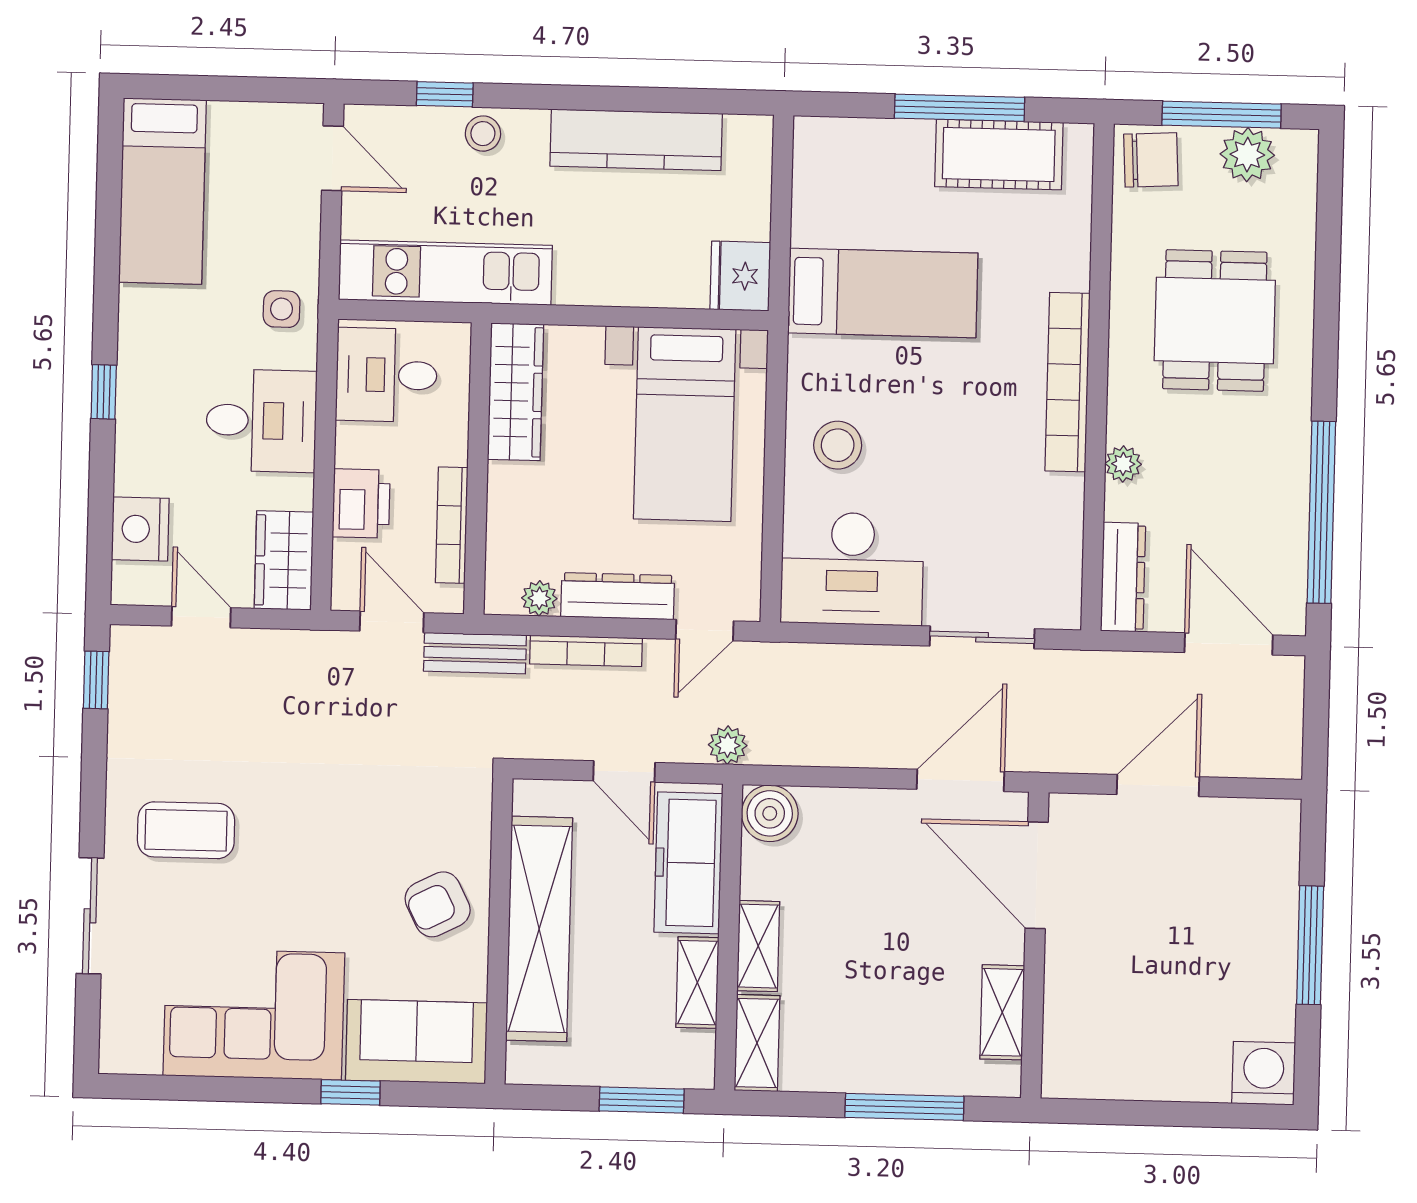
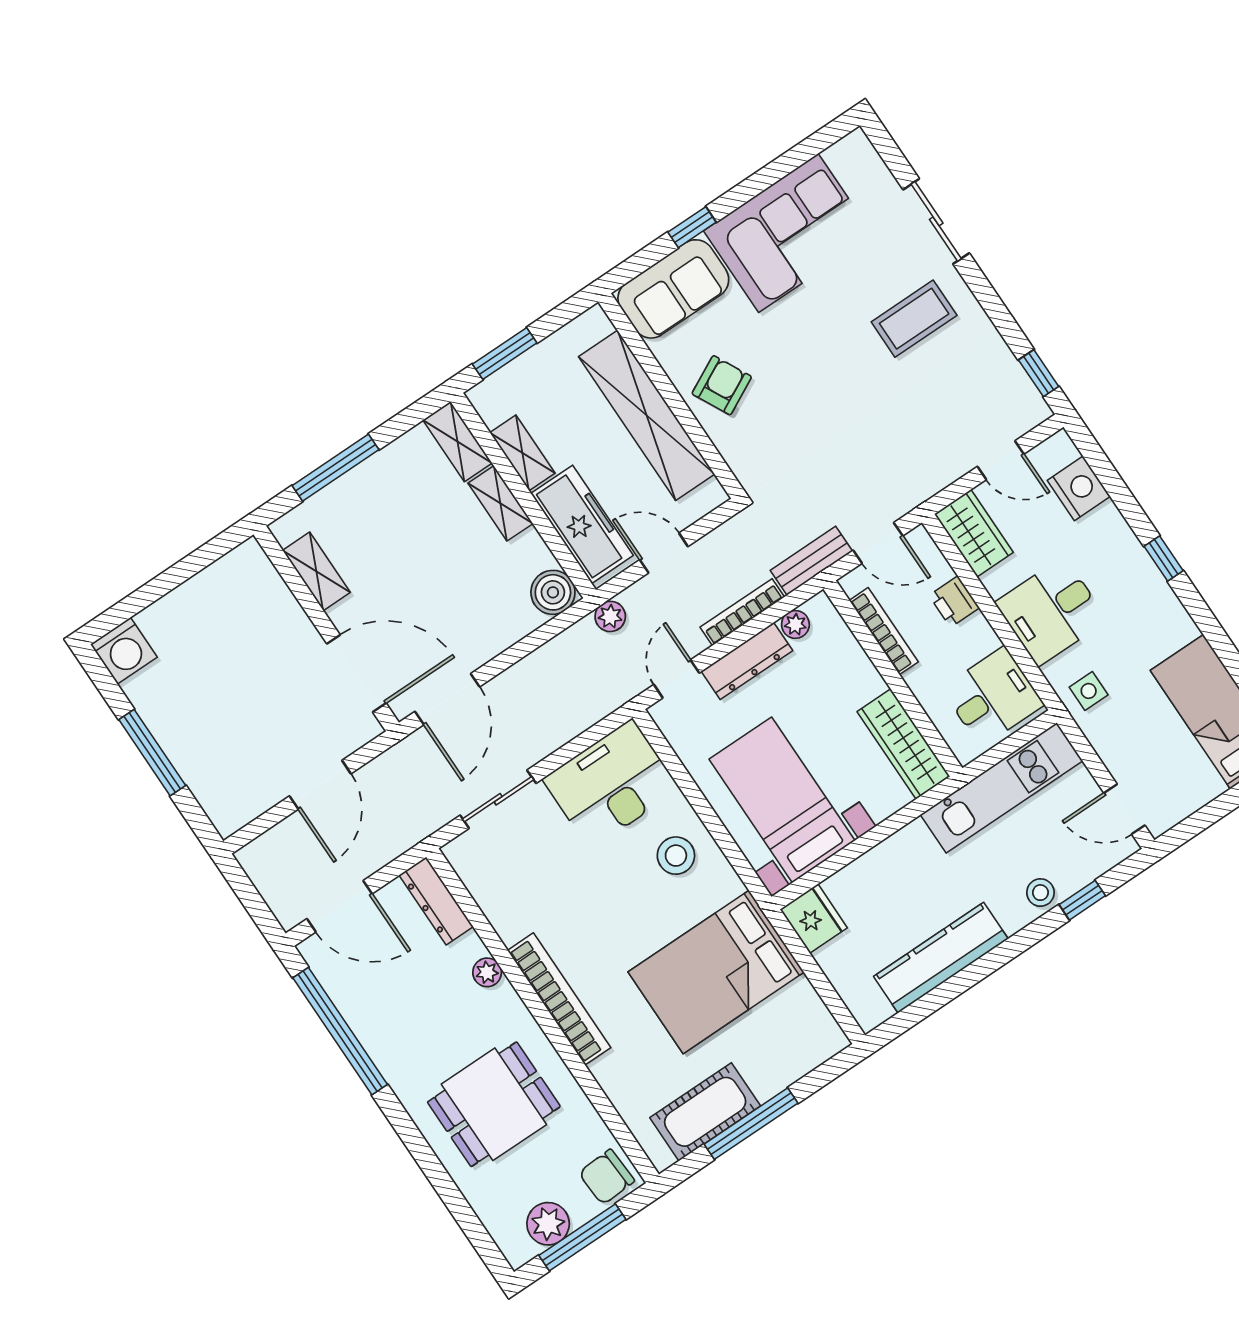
bed: (883, 293) -> (716, 972), width x1.50
dining table: (1215, 320) -> (494, 1104), turned 90
printer: (361, 503) -> (954, 602), width x0.73, depth x0.81

